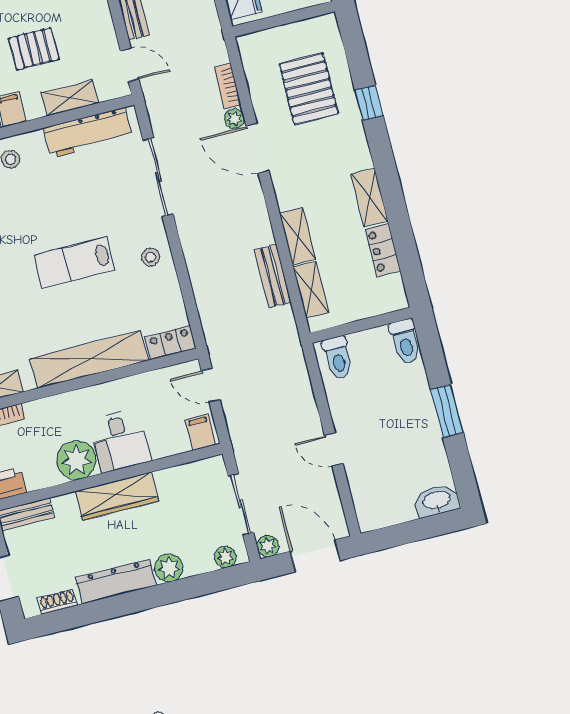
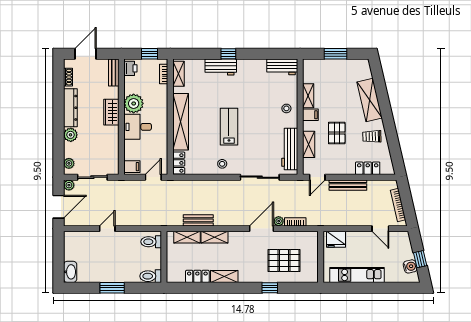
wardrobe: (117, 496) -> (111, 112), width x0.67

